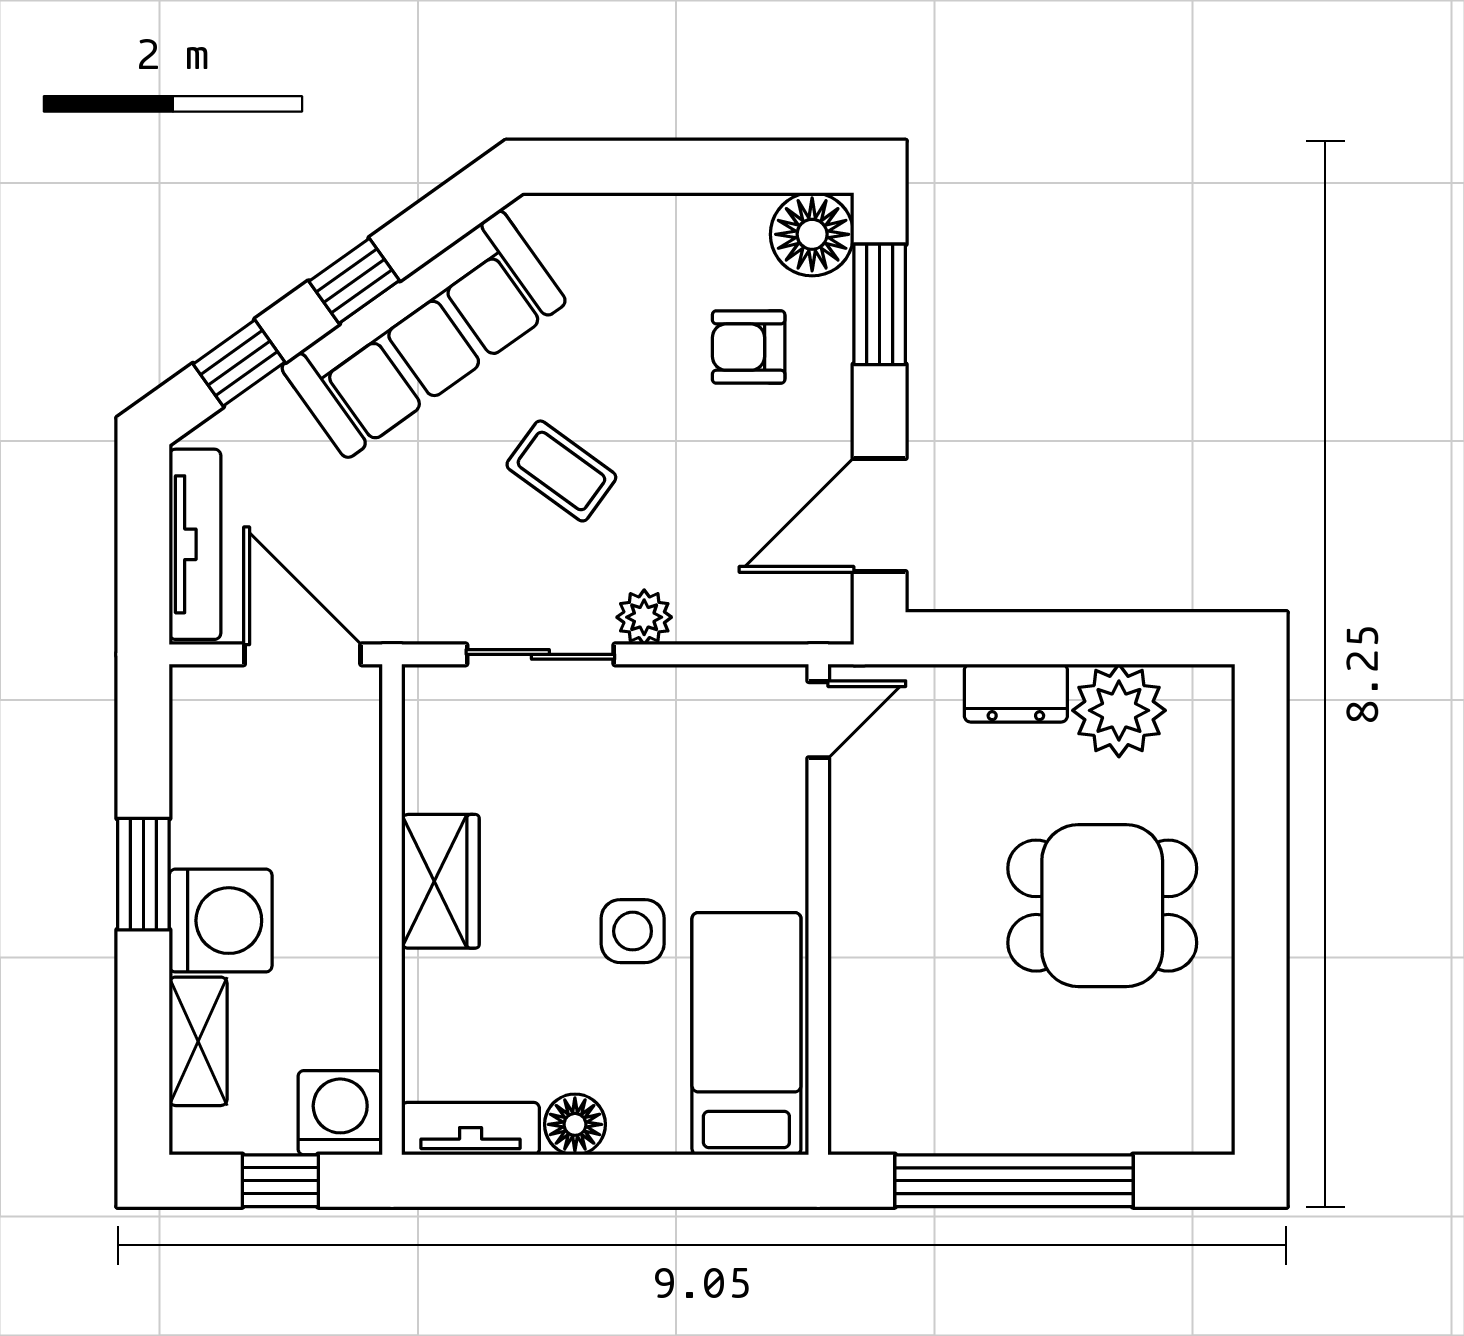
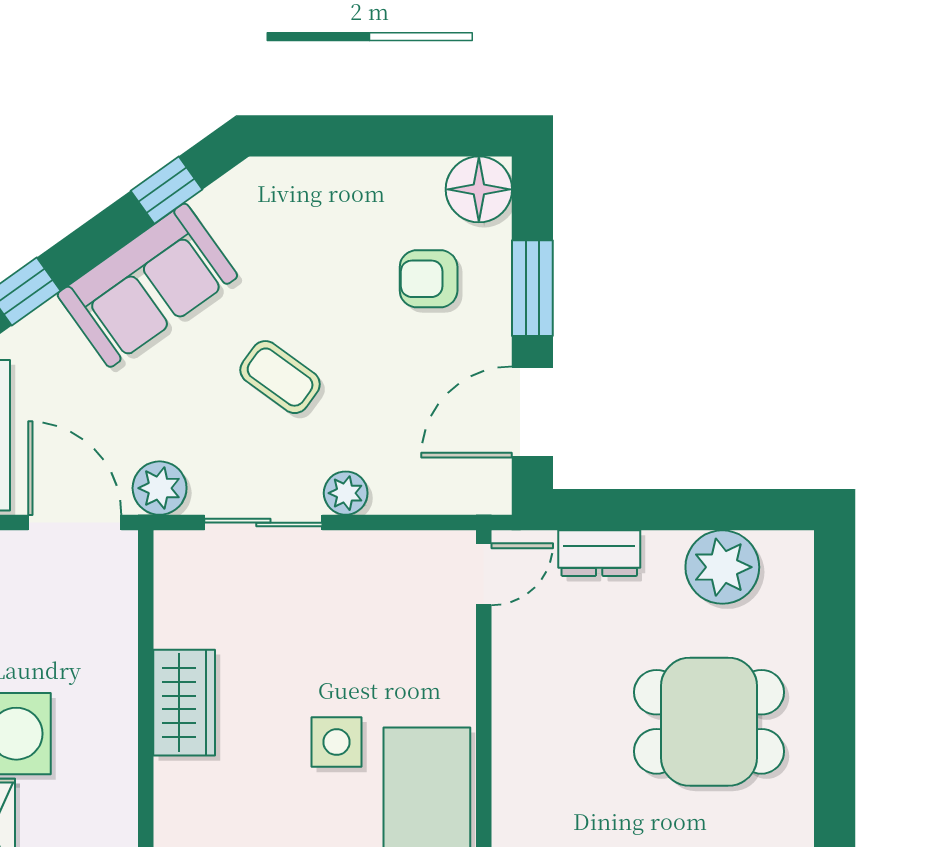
window: (354, 281) -> (166, 190), moved
window: (880, 304) -> (532, 288), moved
sofa: (424, 334) -> (147, 285), width x0.73
plant: (409, 611) -> (160, 488), added
dresser: (1016, 693) -> (599, 553), moved

